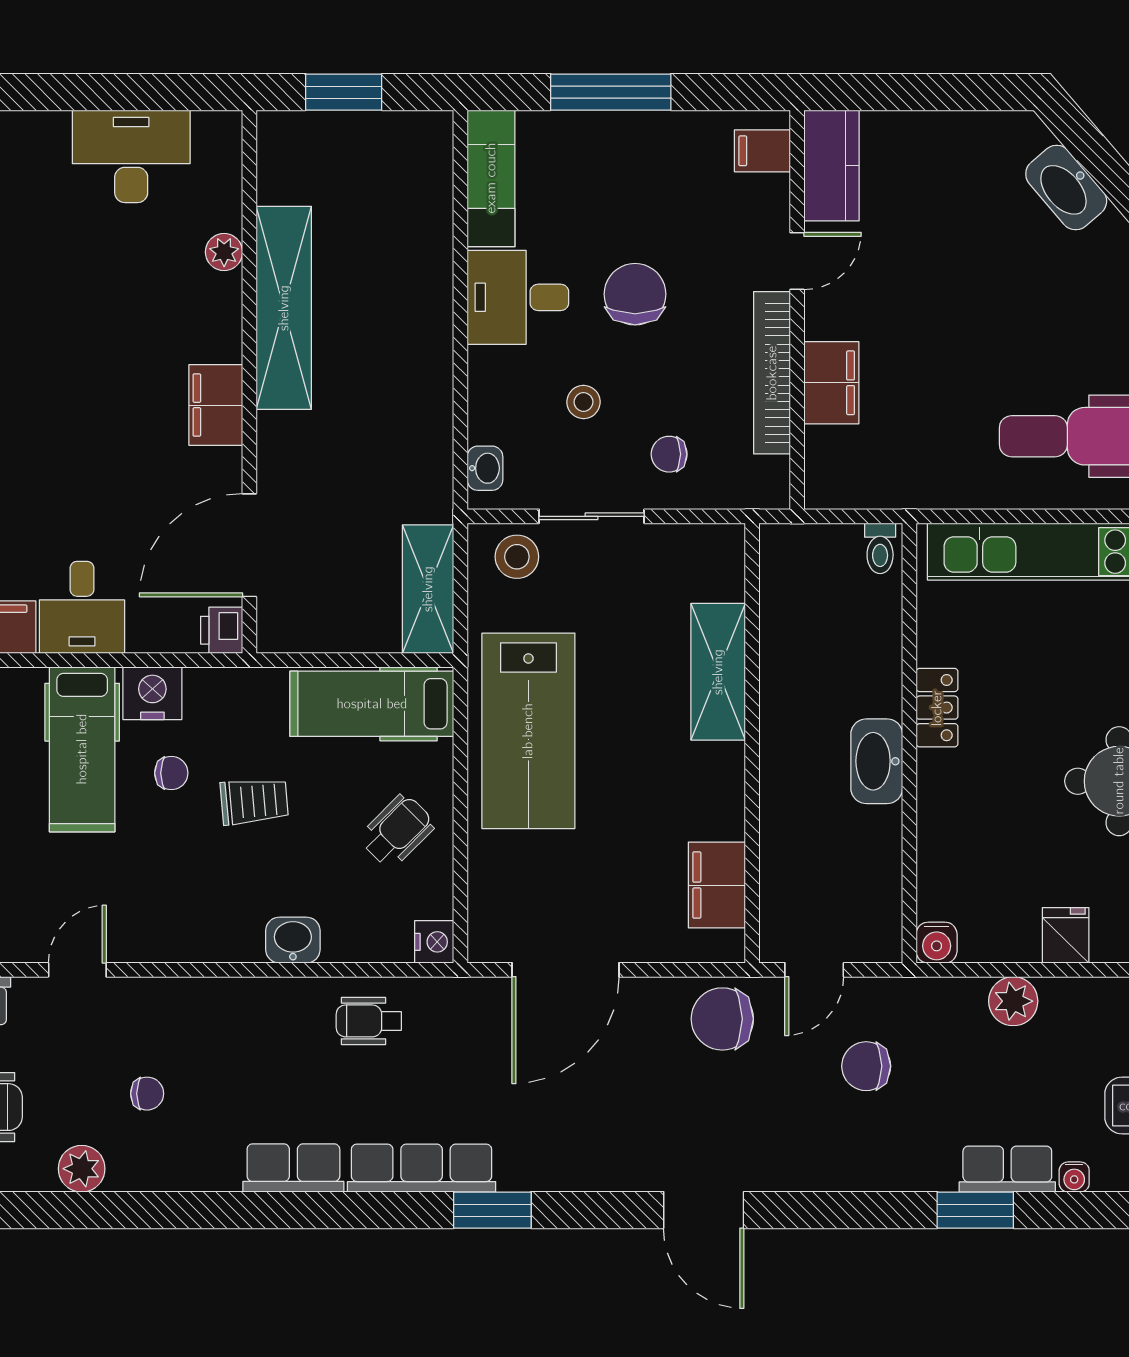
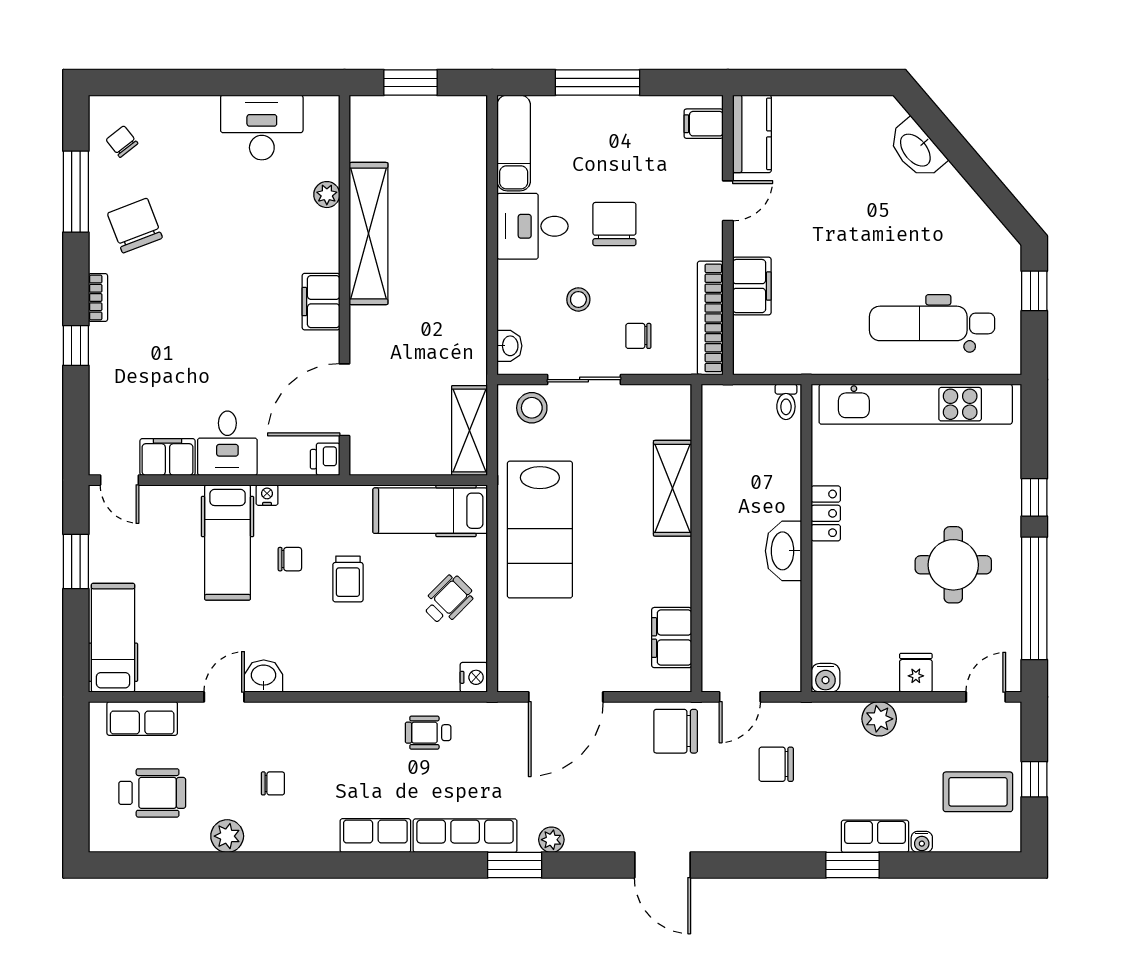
bookcase: (772, 373) -> (710, 318), moved
nightstand: (152, 693) -> (267, 495), width x0.53, depth x0.56
trolley: (254, 801) -> (348, 579), turned 95
washbasin: (293, 940) -> (264, 676), moved
plant: (545, 1174) -> (551, 840), added

